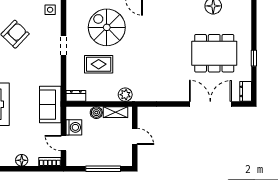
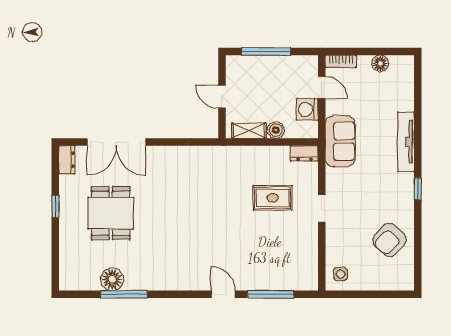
spiral stairs: (107, 27) -> (261, 249), removed
doorway: (63, 46) -> (322, 209), moved
dining table: (214, 53) -> (111, 213), width x0.73
plant: (125, 95) -> (235, 155), removed

